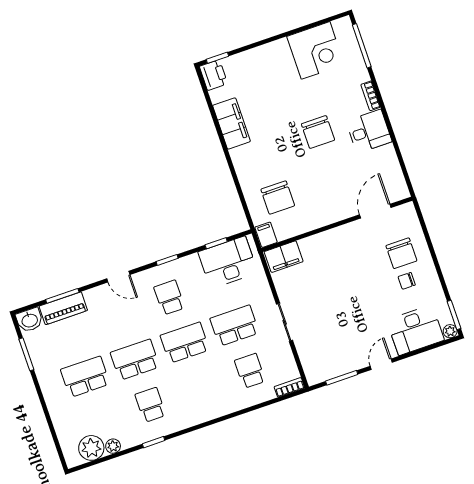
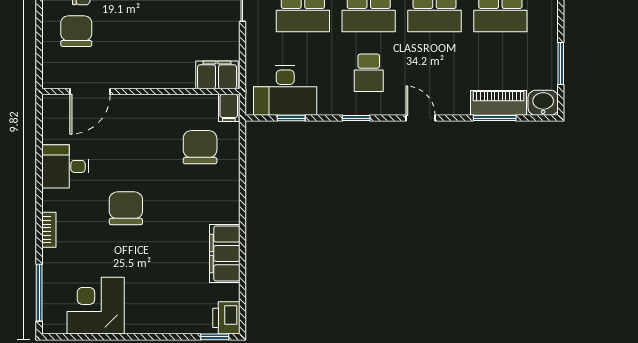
desk: (369, 131) -> (65, 166), moved

